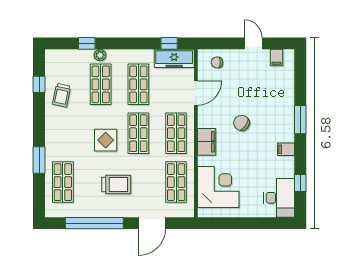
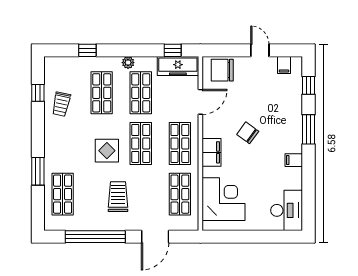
plant: (100, 55) -> (128, 63), moved
chair: (217, 62) -> (222, 70), width x1.87, depth x1.87
window: (300, 183) -> (309, 85), moved
trolley: (116, 184) -> (118, 197), turned -90

